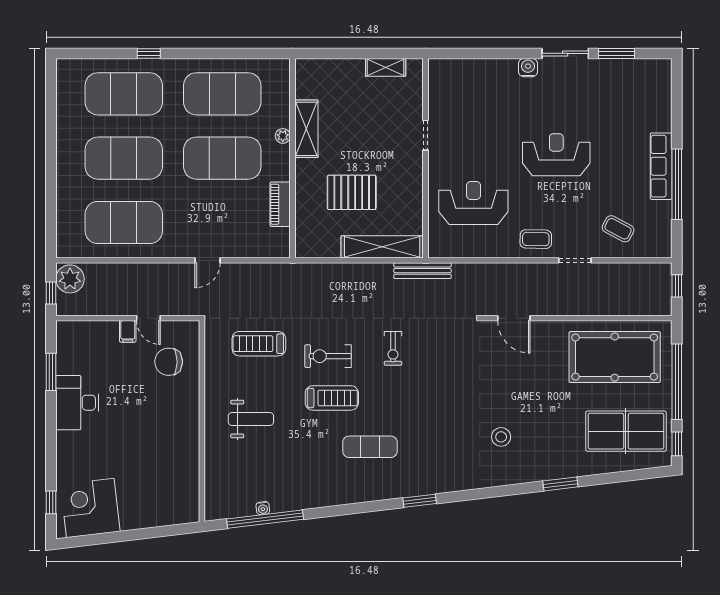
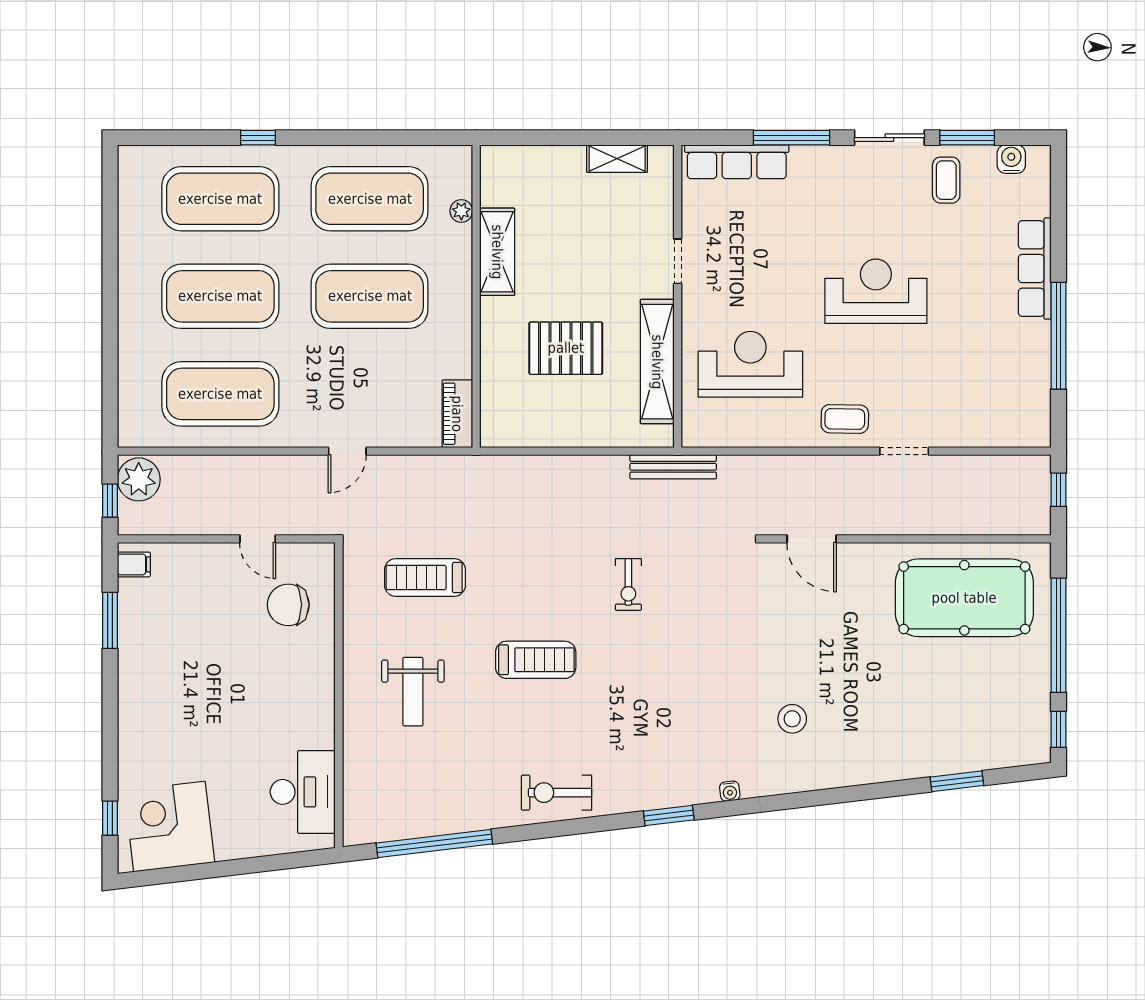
window: (501, 53) -> (792, 138), added
water cooler: (528, 68) -> (1011, 159), moved
row of seats: (465, 69) -> (737, 162), added
plant: (283, 136) -> (461, 211), moved
row of seats: (661, 166) -> (1035, 269), moved
piano: (280, 204) -> (457, 414), moved
coffee table: (618, 229) -> (946, 180), moved, turned 62
shelving: (382, 247) -> (657, 362), moved, turned 90
filing cabinet: (128, 331) -> (134, 564), moved, turned -90
exercise bike: (328, 356) -> (556, 793), moved
desk: (77, 403) -> (303, 792), moved, turned 180
weight bench: (251, 419) -> (413, 692), turned 90
table tennis table: (626, 431) -> (981, 710), removed
exercise mat: (370, 447) -> (593, 734), removed
window: (560, 484) -> (957, 781), moved
water cooler: (263, 508) -> (730, 791), moved

